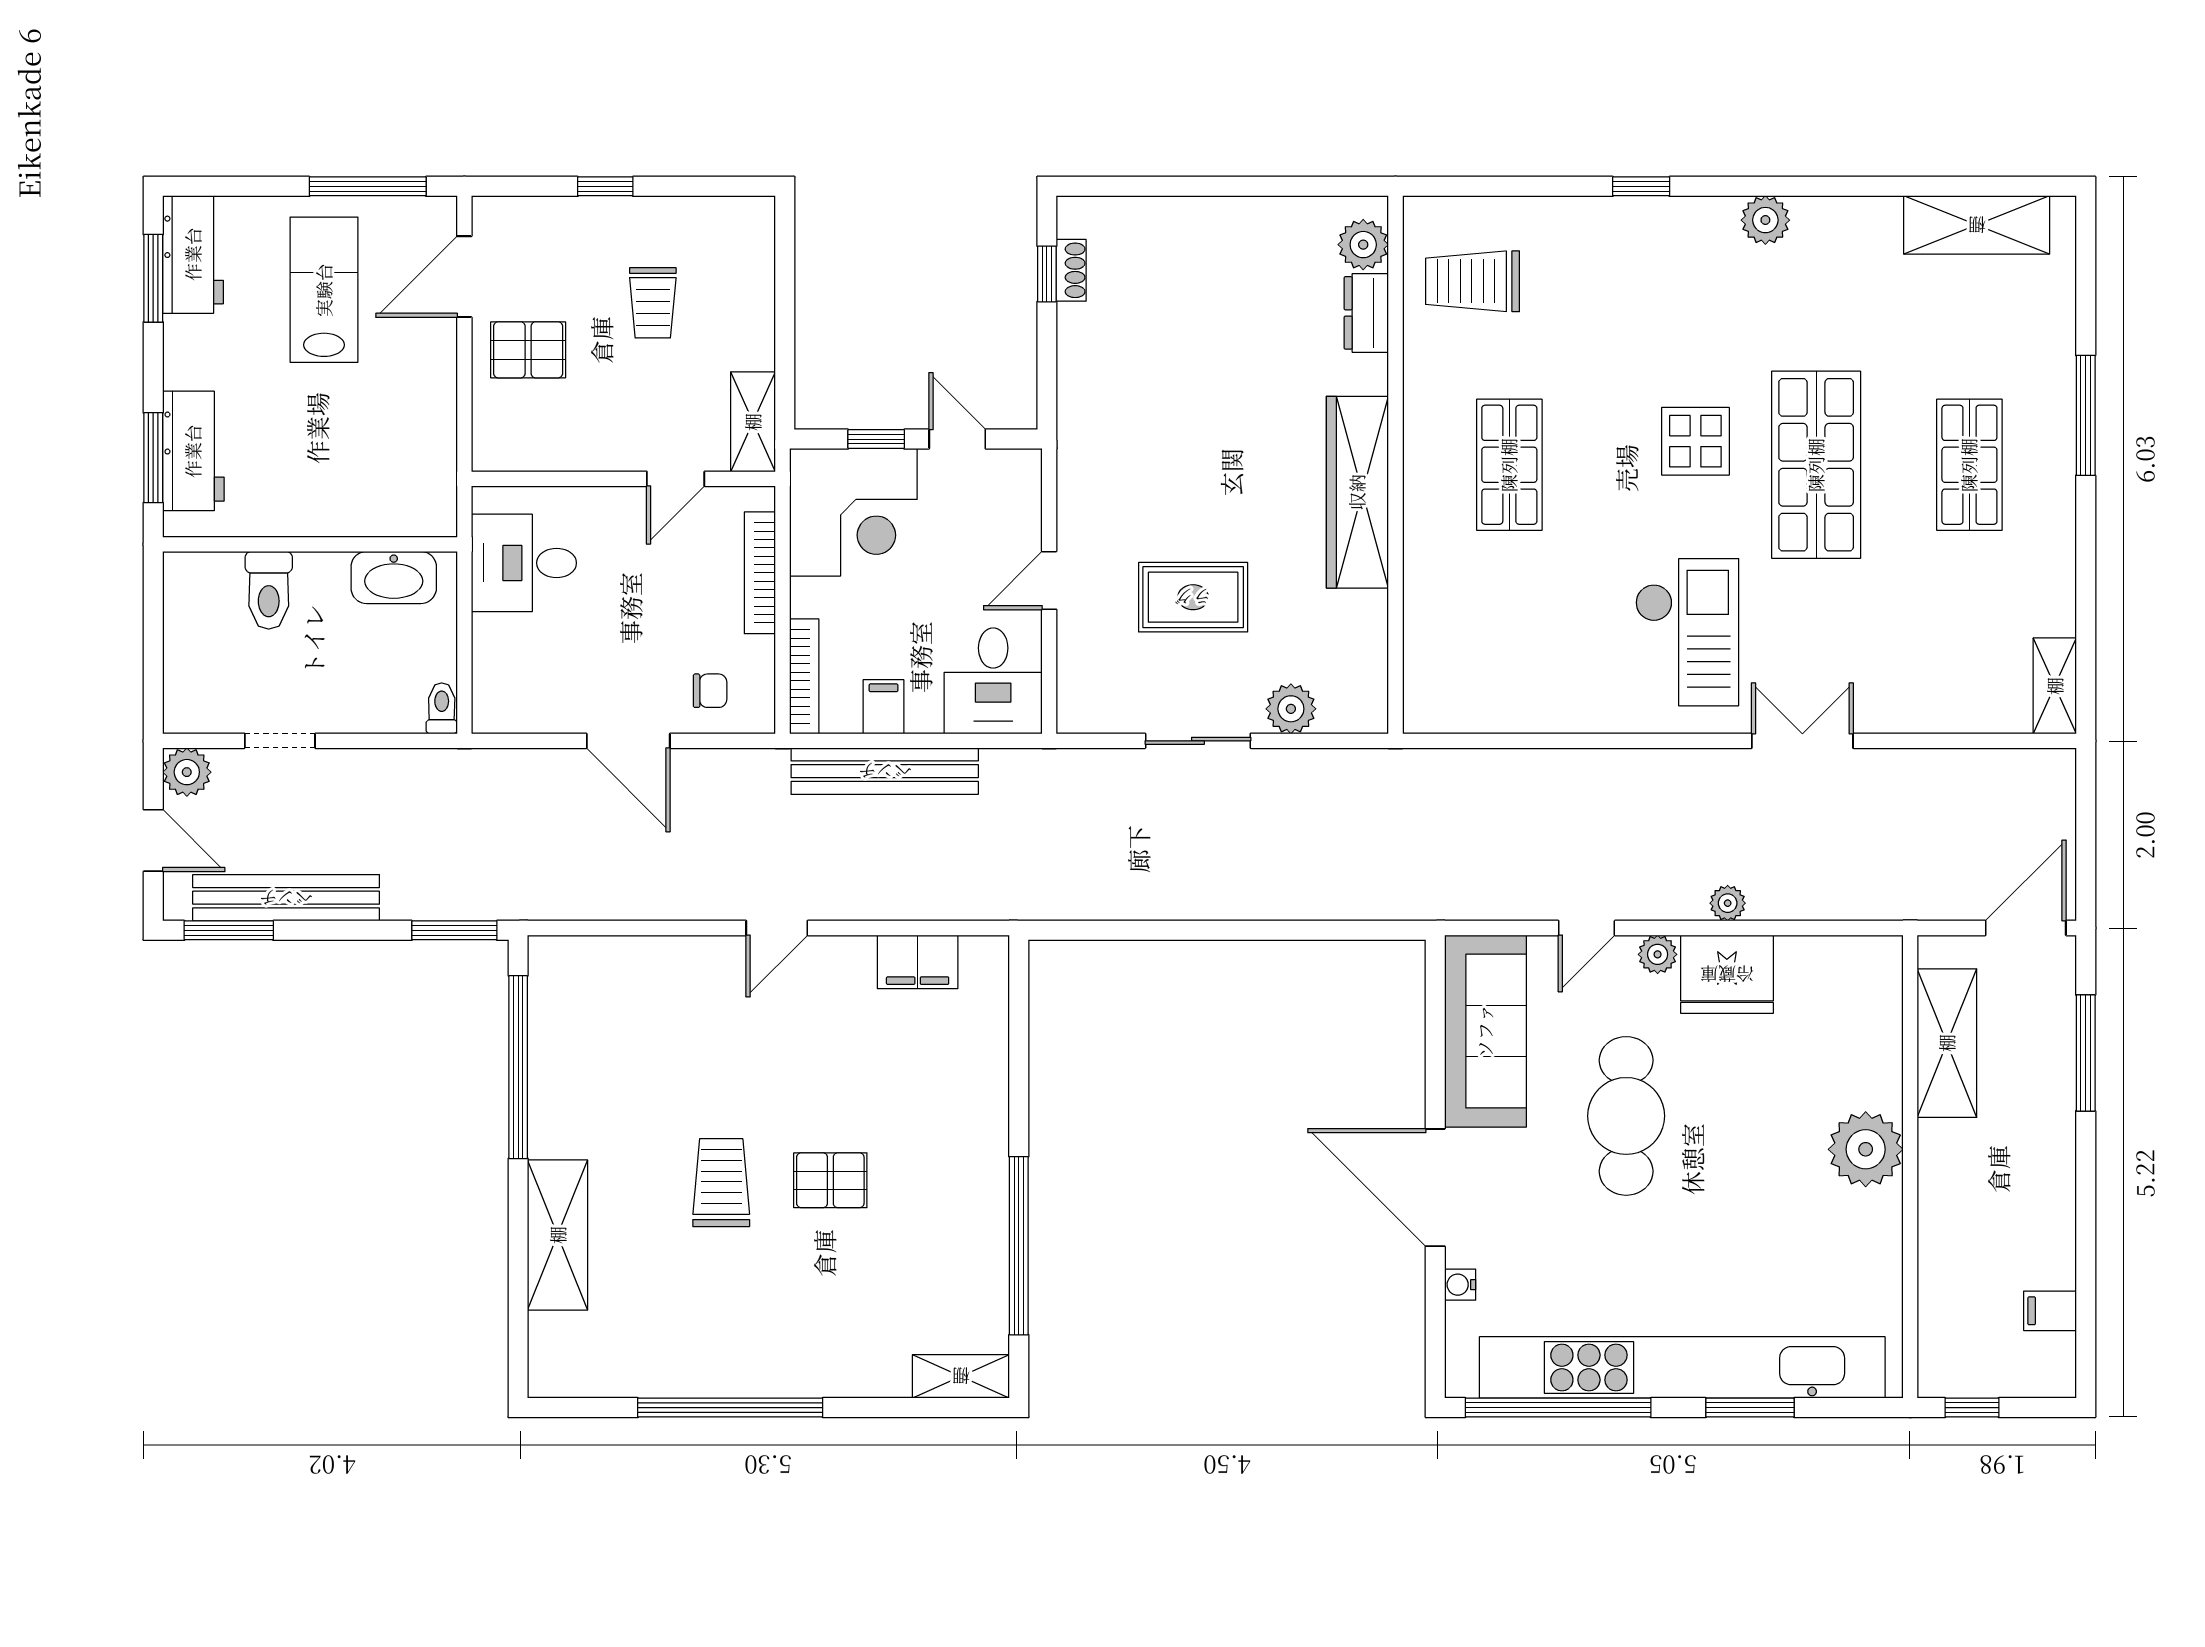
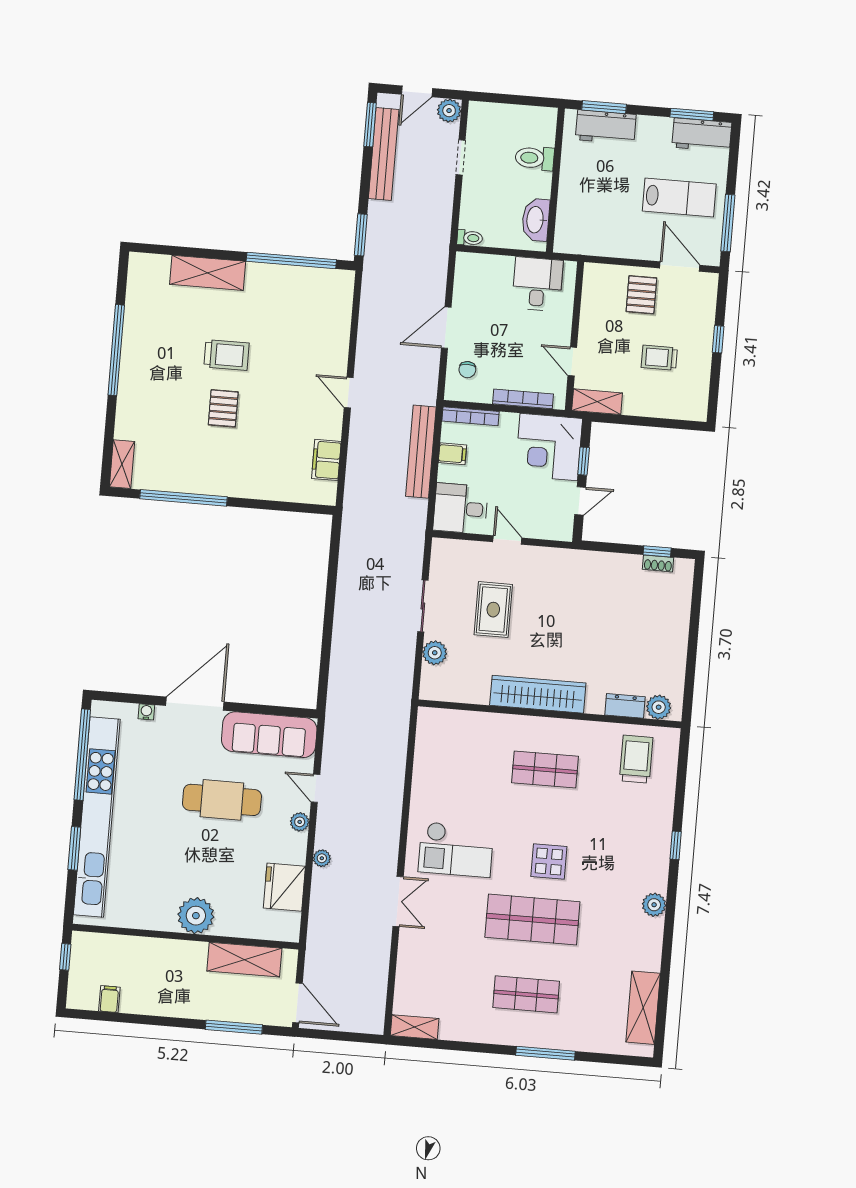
fridge: (1727, 974) -> (284, 887), moved

